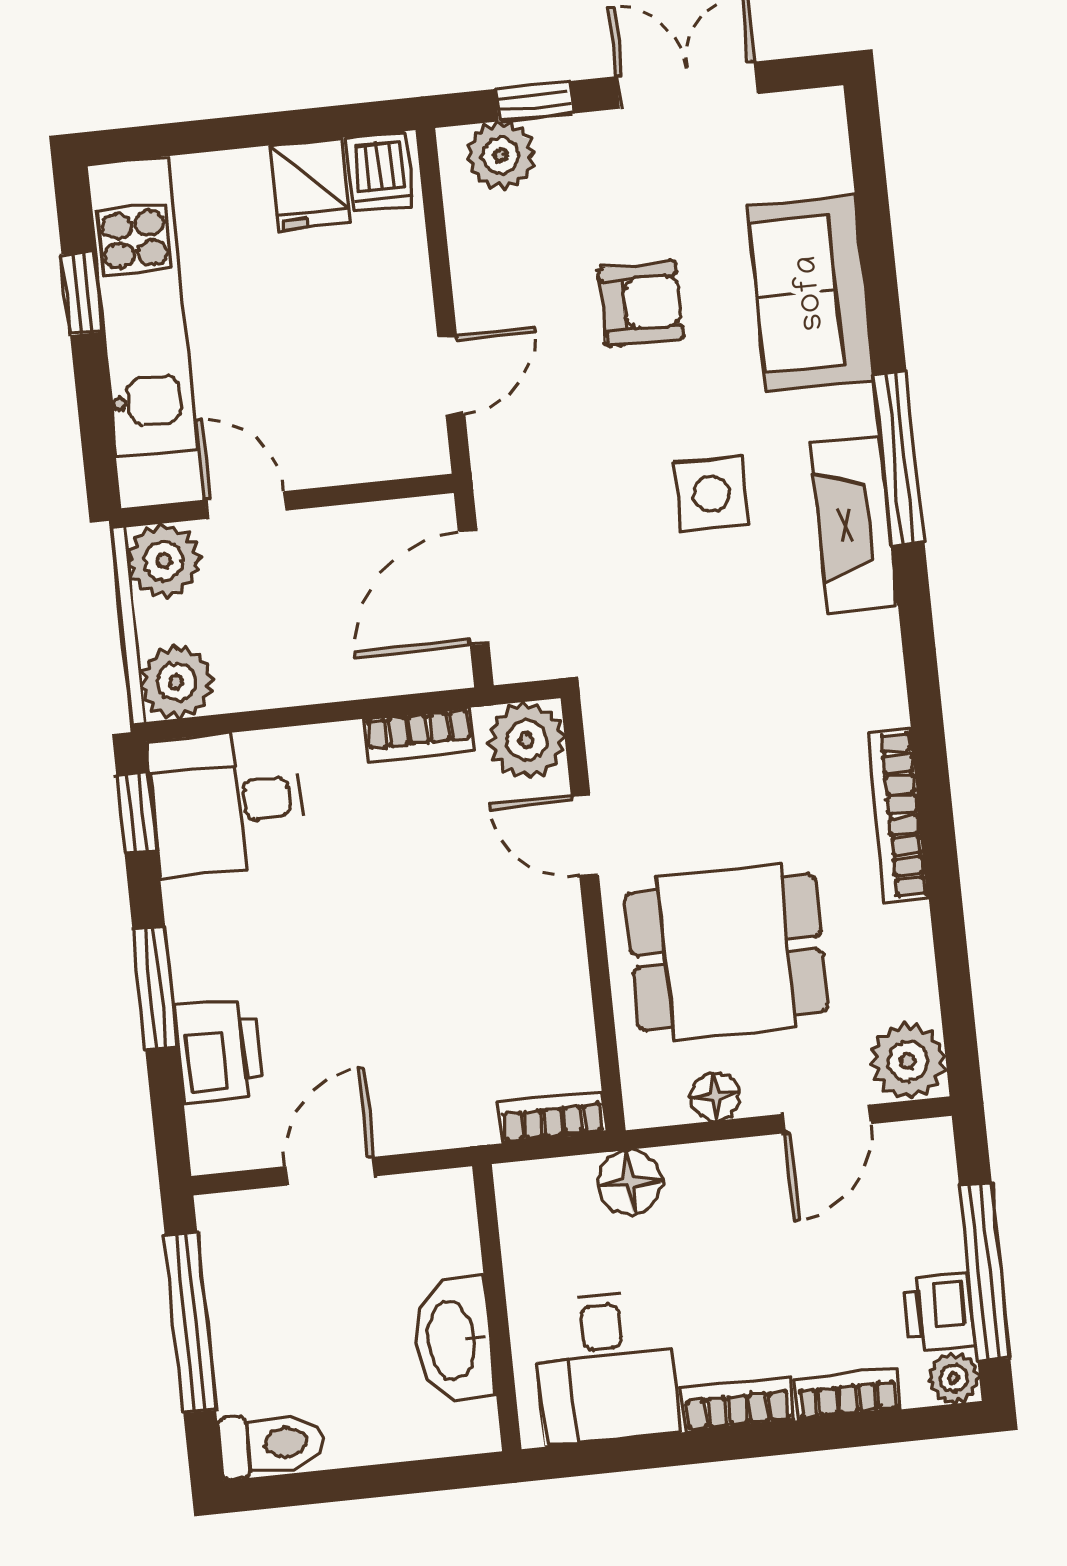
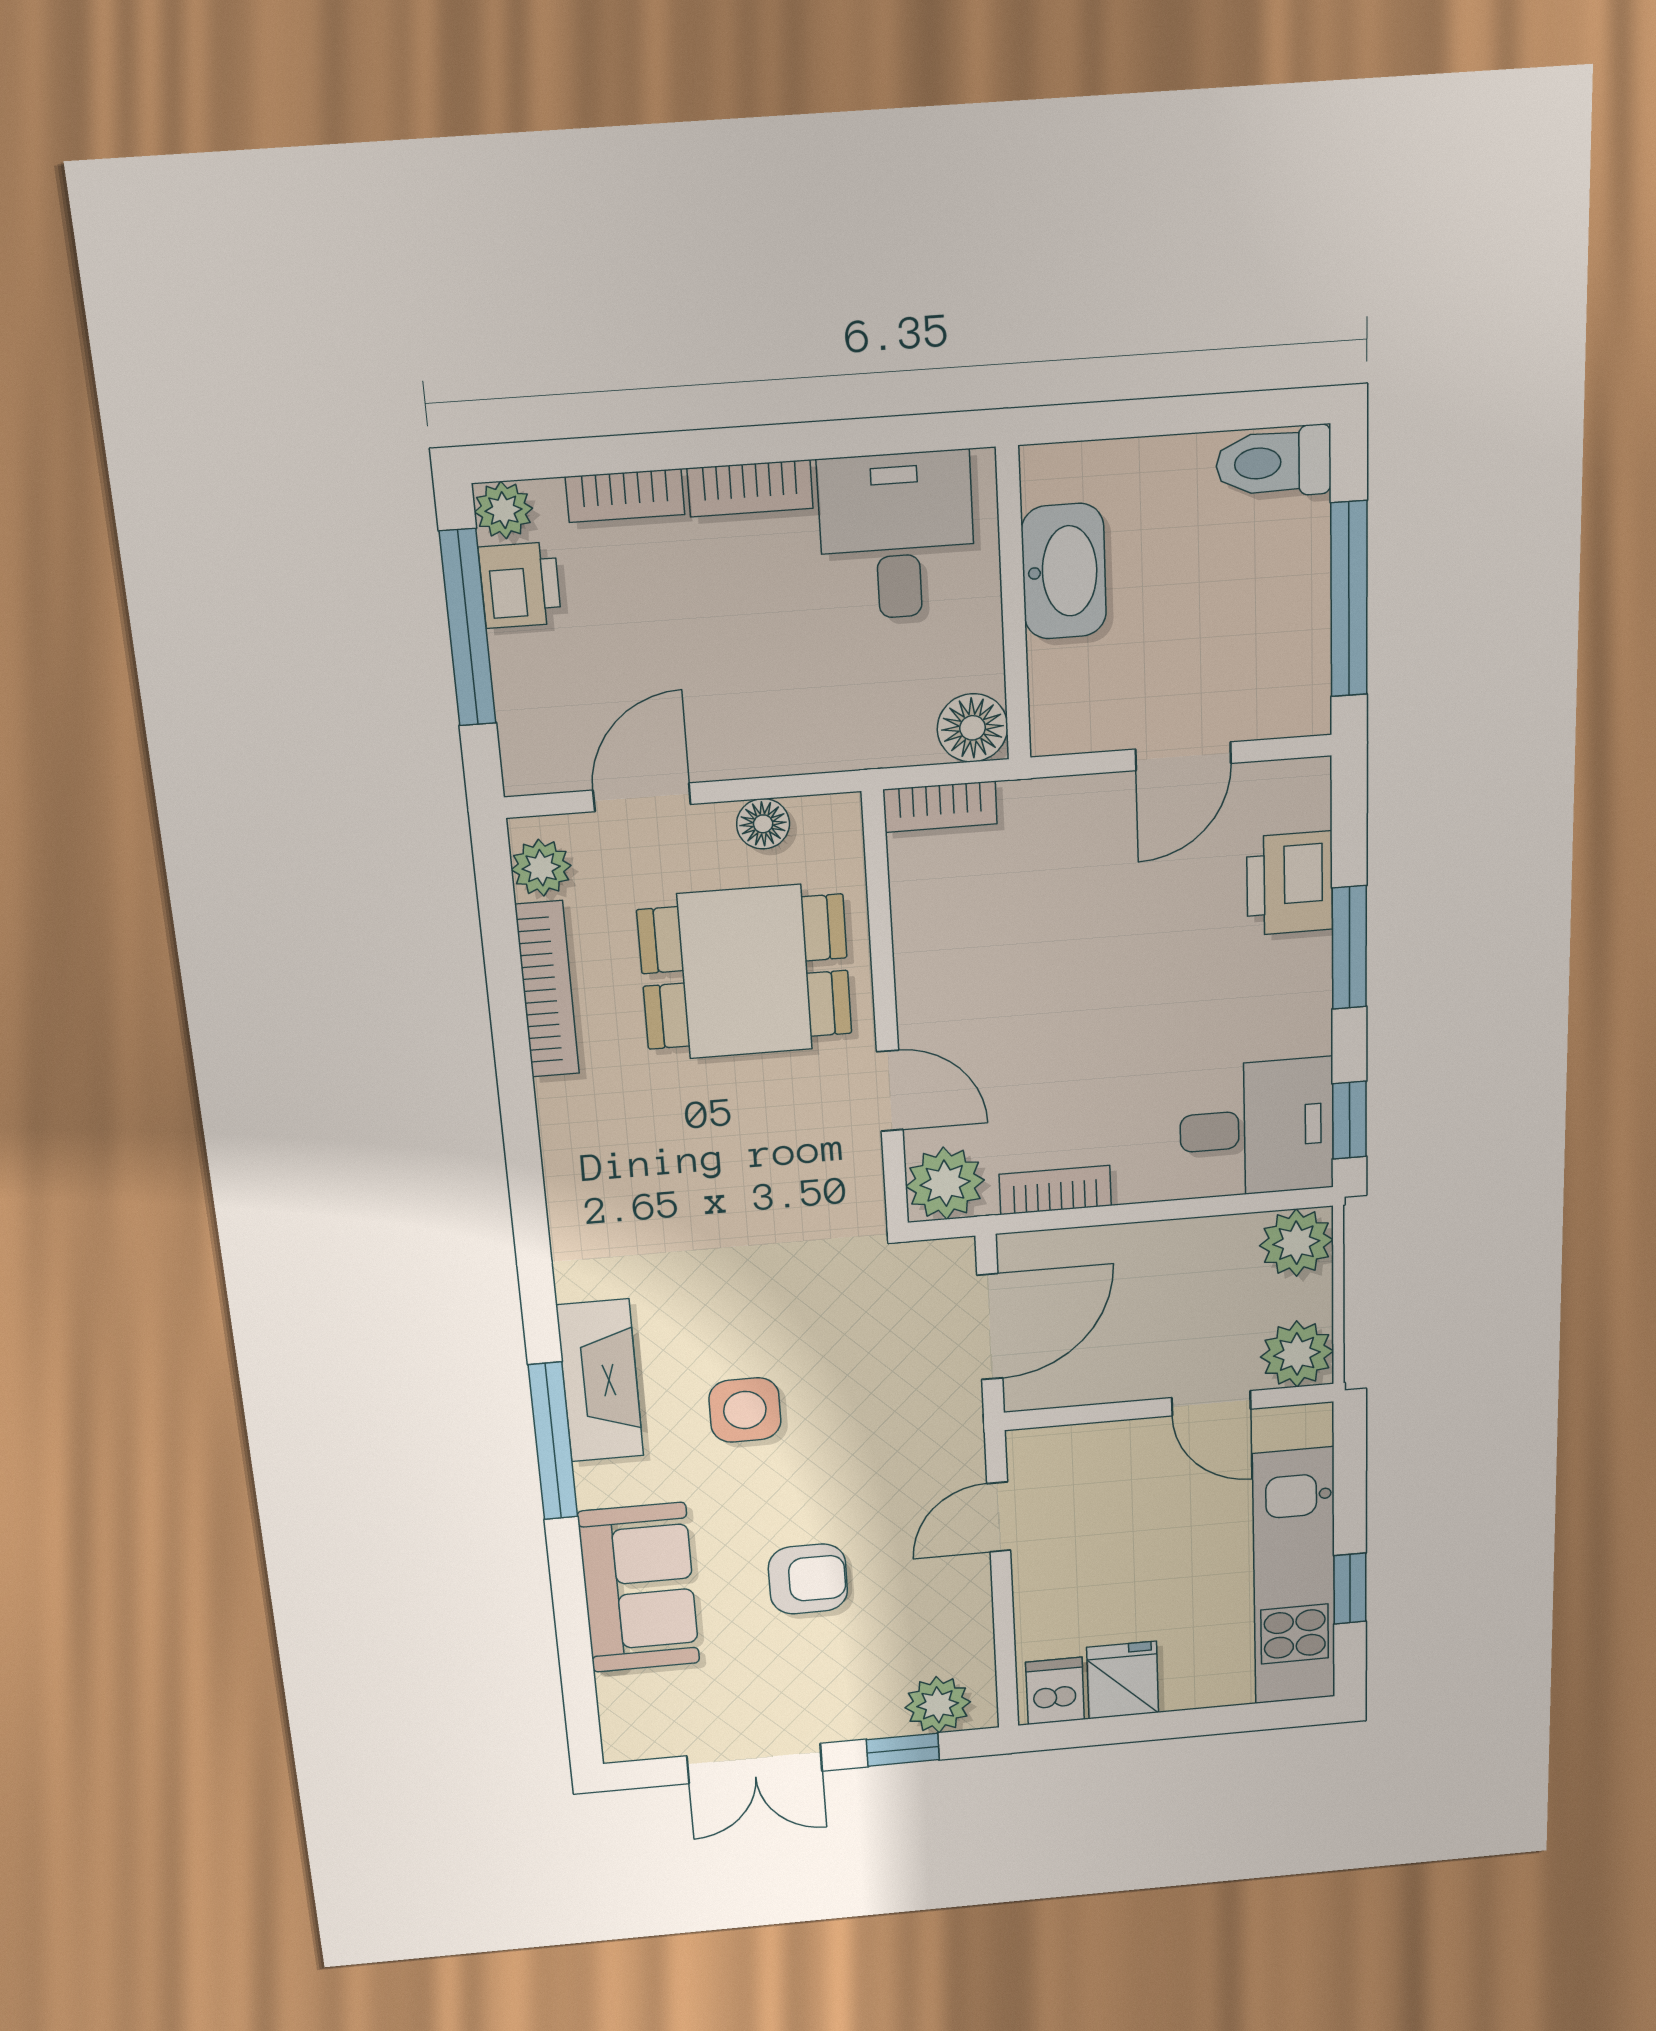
armchair: (641, 303) -> (808, 1579), turned 180
bookcase: (898, 815) -> (547, 989), moved
plant: (908, 1061) -> (541, 868), width x0.73, depth x0.73
floor lamp: (630, 1182) -> (973, 728), moved

